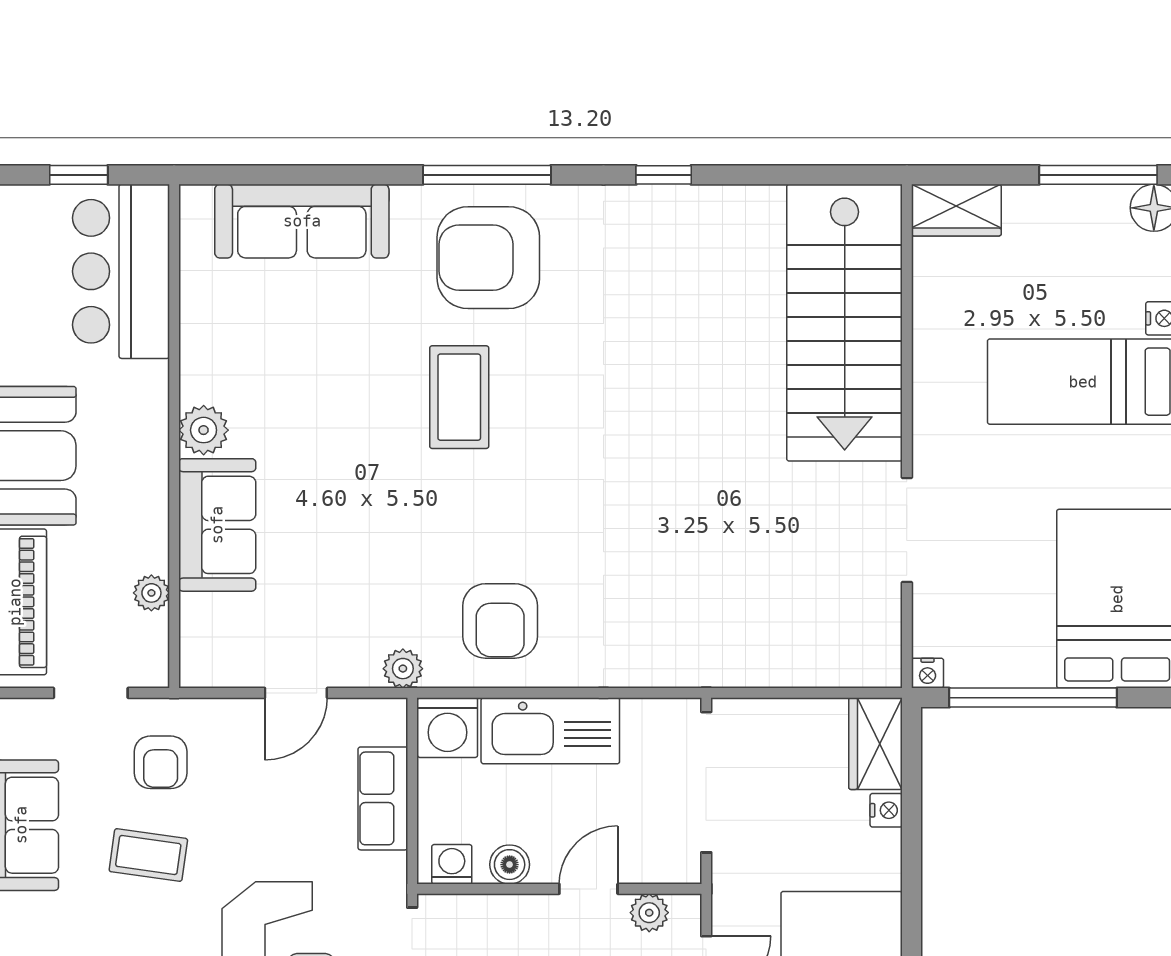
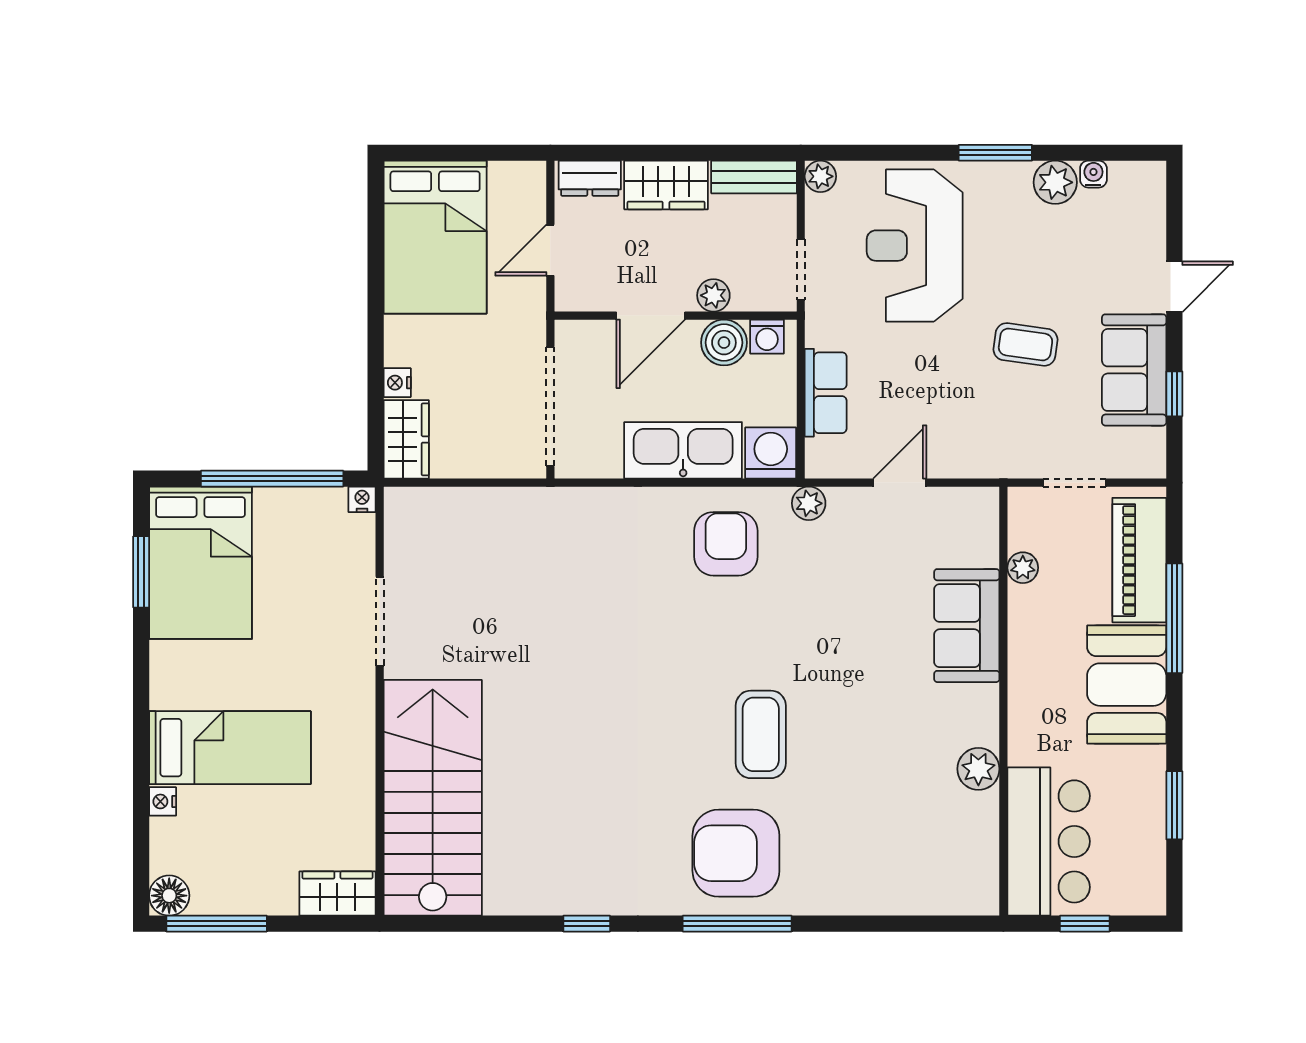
sofa: (302, 221) -> (895, 884), removed
armchair: (488, 258) -> (736, 853), turned 180
plant: (204, 430) -> (978, 769), moved
armchair: (161, 762) -> (1015, 423), removed
boiler: (510, 865) -> (724, 343), width x1.36, depth x1.36
door: (588, 889) -> (651, 316), width x1.38
plant: (649, 913) -> (713, 295), moved

